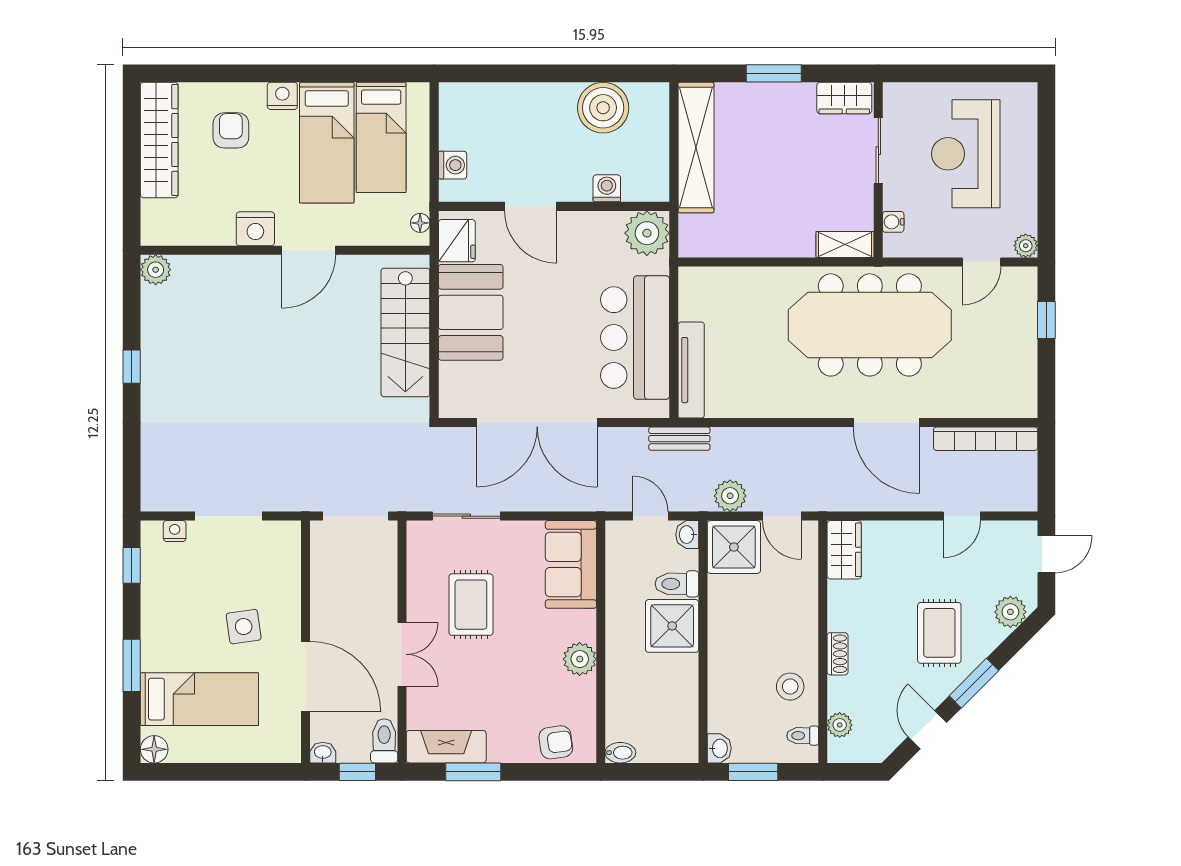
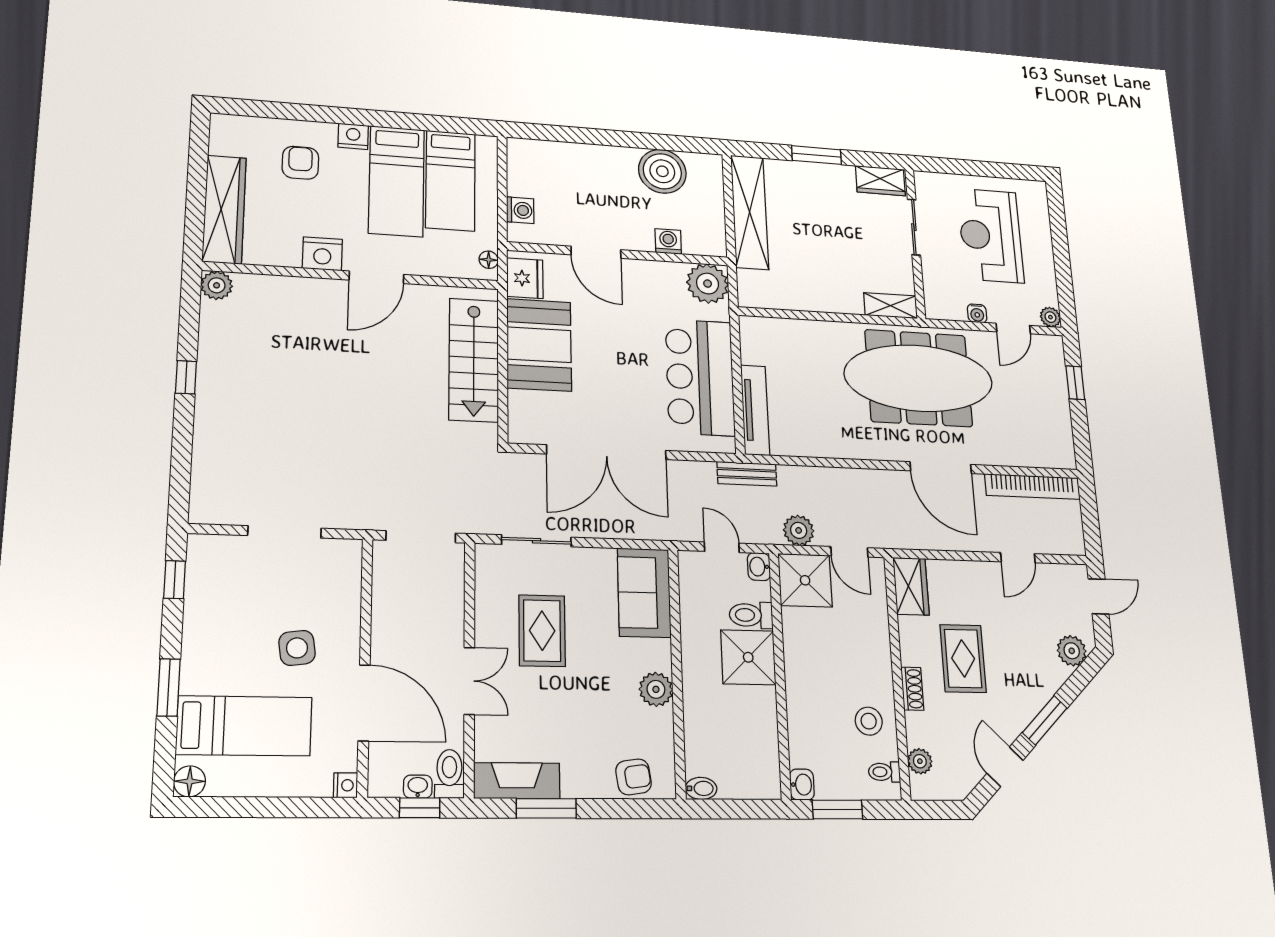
wardrobe: (159, 140) -> (224, 209), moved
water cooler: (893, 222) -> (977, 313), moved, turned -90
nightstand: (175, 531) -> (346, 785), moved, turned 90
rug: (939, 633) -> (963, 658), moved
washbasin: (323, 753) -> (418, 787), moved

